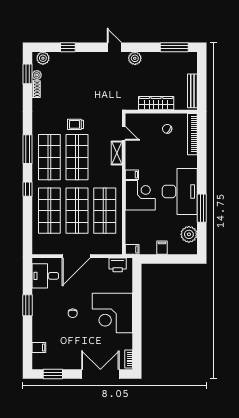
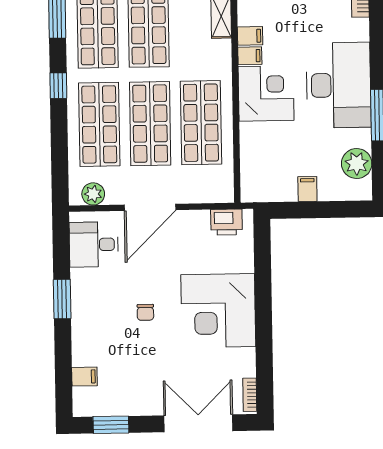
plant: (45, 248) -> (93, 194), added
filing cabinet: (132, 249) -> (250, 36), moved

